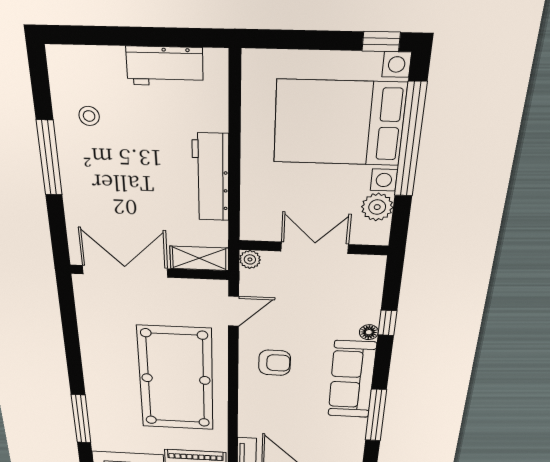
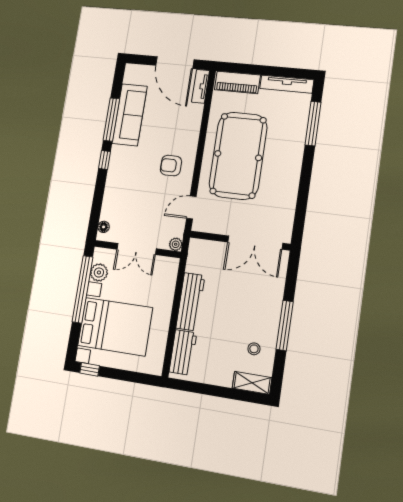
workbench: (165, 66) -> (183, 352), moved, turned 90
window: (410, 140) -> (82, 289), moved
shelving: (199, 258) -> (252, 383), moved
window: (387, 323) -> (104, 160), moved
floor lamp: (369, 332) -> (104, 227), moved
sofa: (352, 380) -> (130, 115), moved

